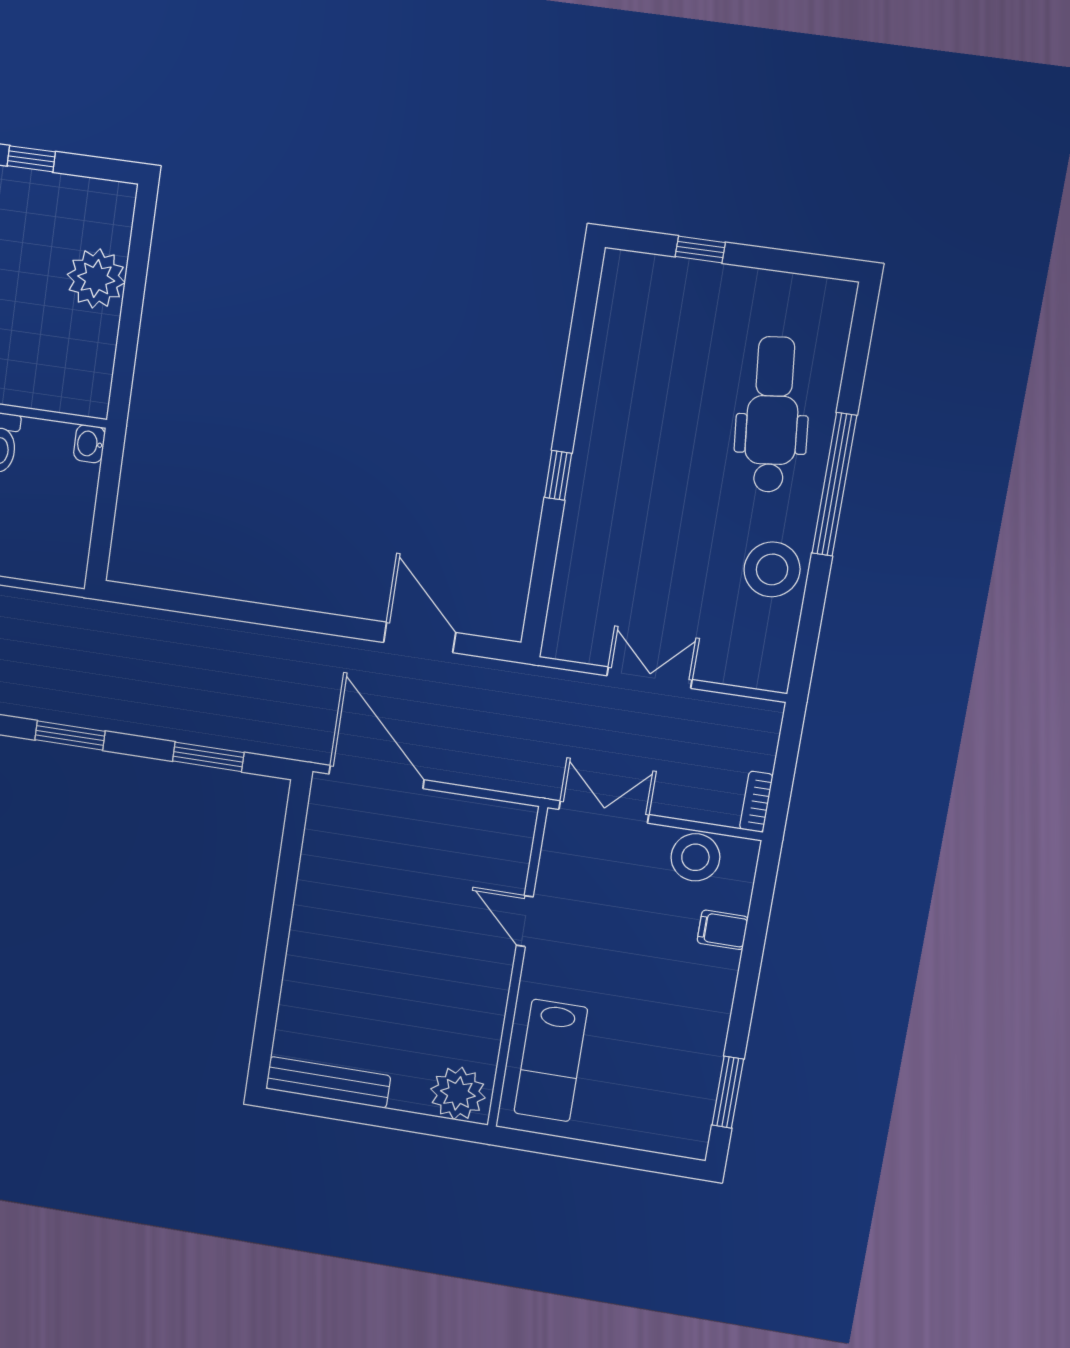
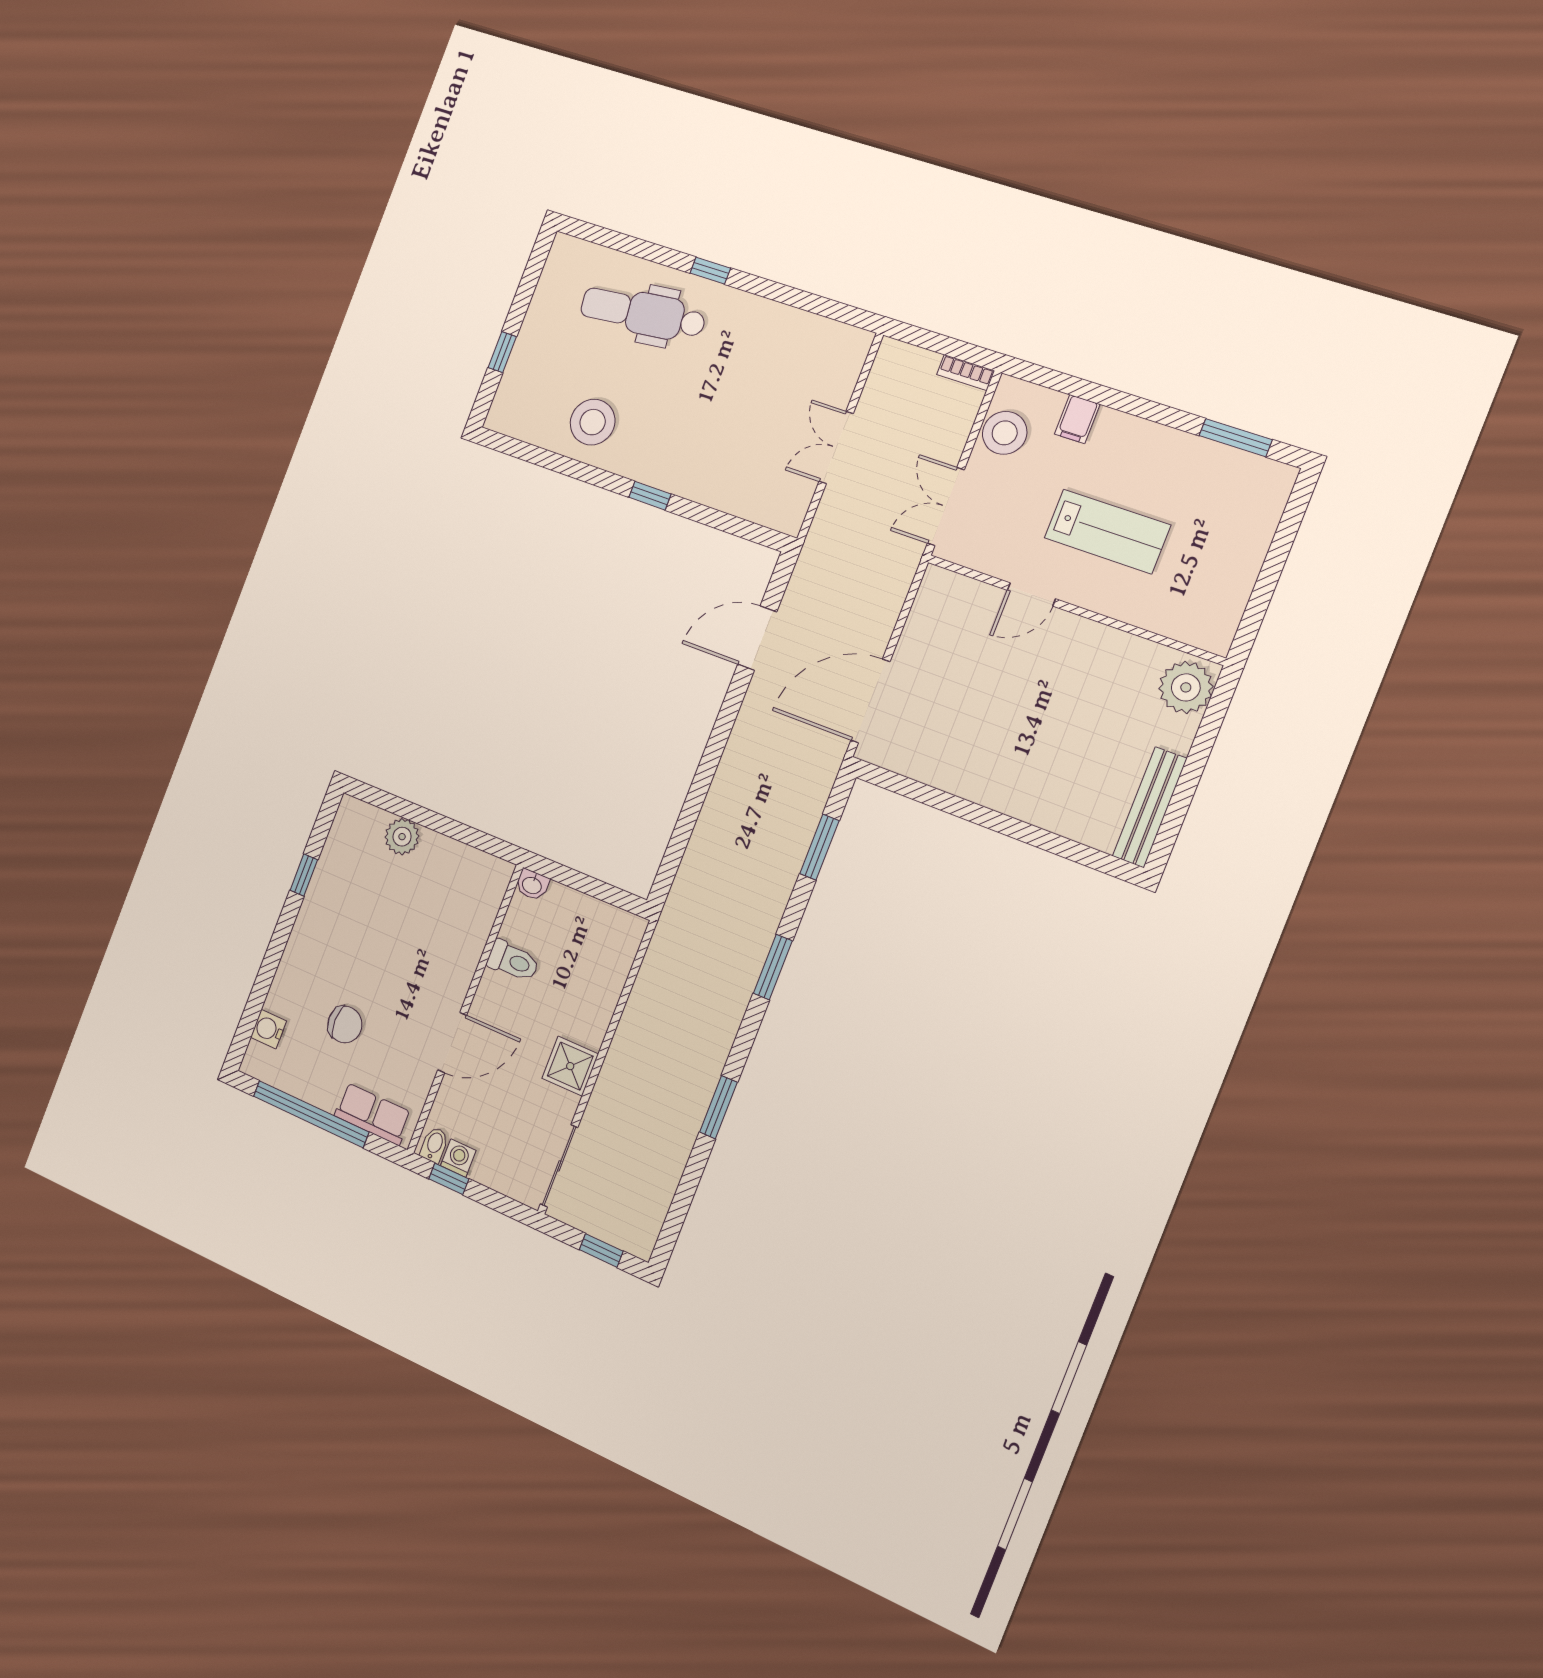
plant: (96, 279) -> (402, 837), width x0.73, depth x0.73
window: (834, 484) -> (710, 271), width x0.32
stool: (772, 569) -> (593, 422), moved
lab bench: (551, 1060) -> (1107, 531), moved

